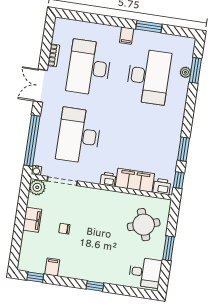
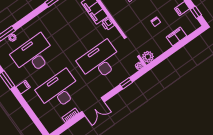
desk: (89, 68) -> (59, 90), turned 180
desk: (79, 136) -> (100, 61), turned 180
window: (32, 141) -> (126, 83), width x0.32
filing cabinet: (32, 220) -> (177, 36), moved

